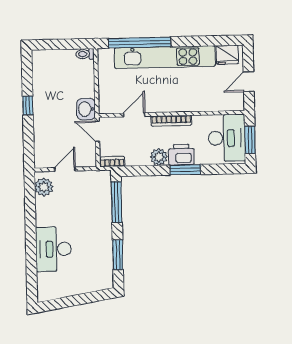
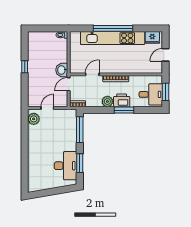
window: (140, 42) -> (113, 28), moved
door: (97, 131) -> (69, 84), hinge flipped
desk: (227, 138) -> (151, 94), width x0.73
desk: (53, 249) -> (66, 166), moved, turned 180

